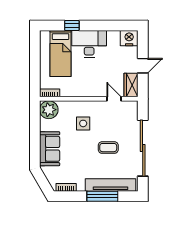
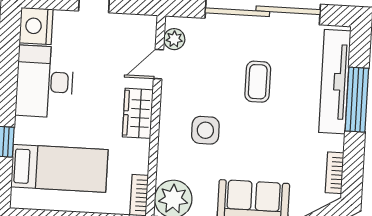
desk: (89, 44) -> (45, 82), moved
wardrobe: (131, 85) -> (138, 113), moved, turned 90
plant: (127, 106) -> (174, 39), added

